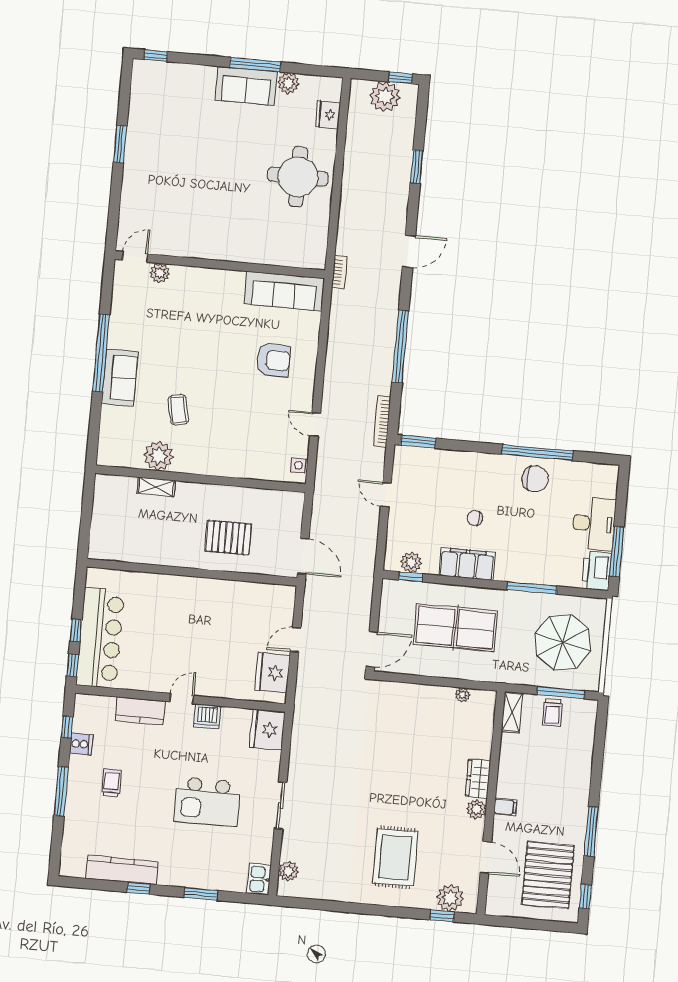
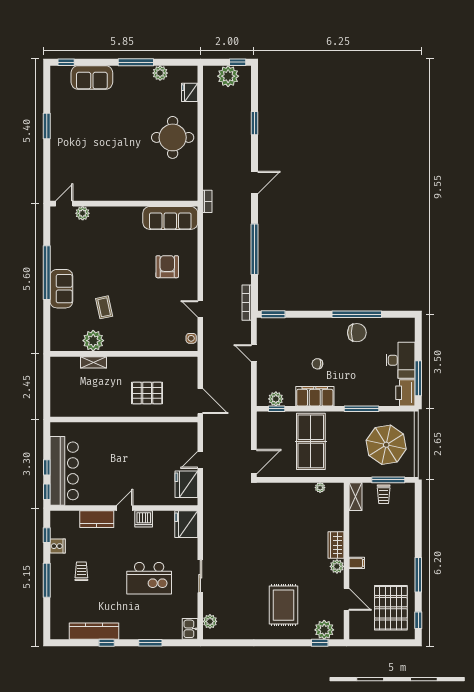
sofa: (246, 86) -> (92, 77), moved
armchair: (274, 360) -> (167, 267), turned -91
table tennis table: (456, 628) -> (311, 441), turned 90

